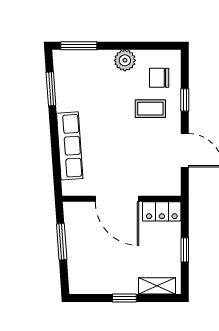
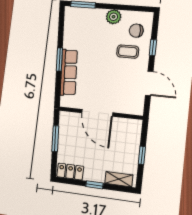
window: (51, 89) -> (59, 59), moved
locker: (162, 211) -> (70, 172), moved, turned 180

